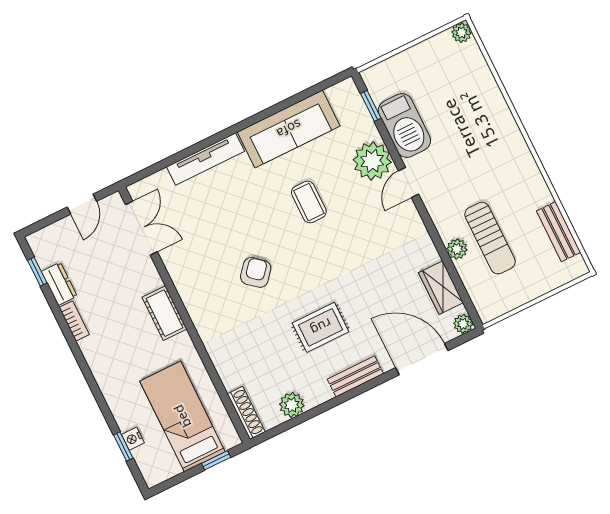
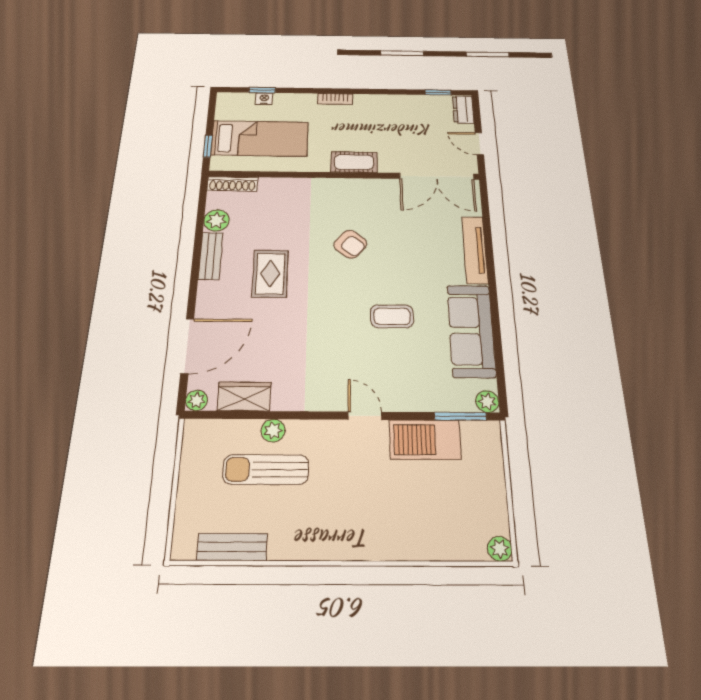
window: (371, 106) -> (460, 416), width x1.50
plant: (372, 161) -> (487, 401), moved, width x0.53, depth x0.53
double door: (141, 228) -> (437, 176), width x1.37
dresser: (59, 284) -> (463, 109), moved, turned 90
bookcase: (74, 321) -> (335, 99), moved
bench: (355, 376) -> (211, 256), moved

